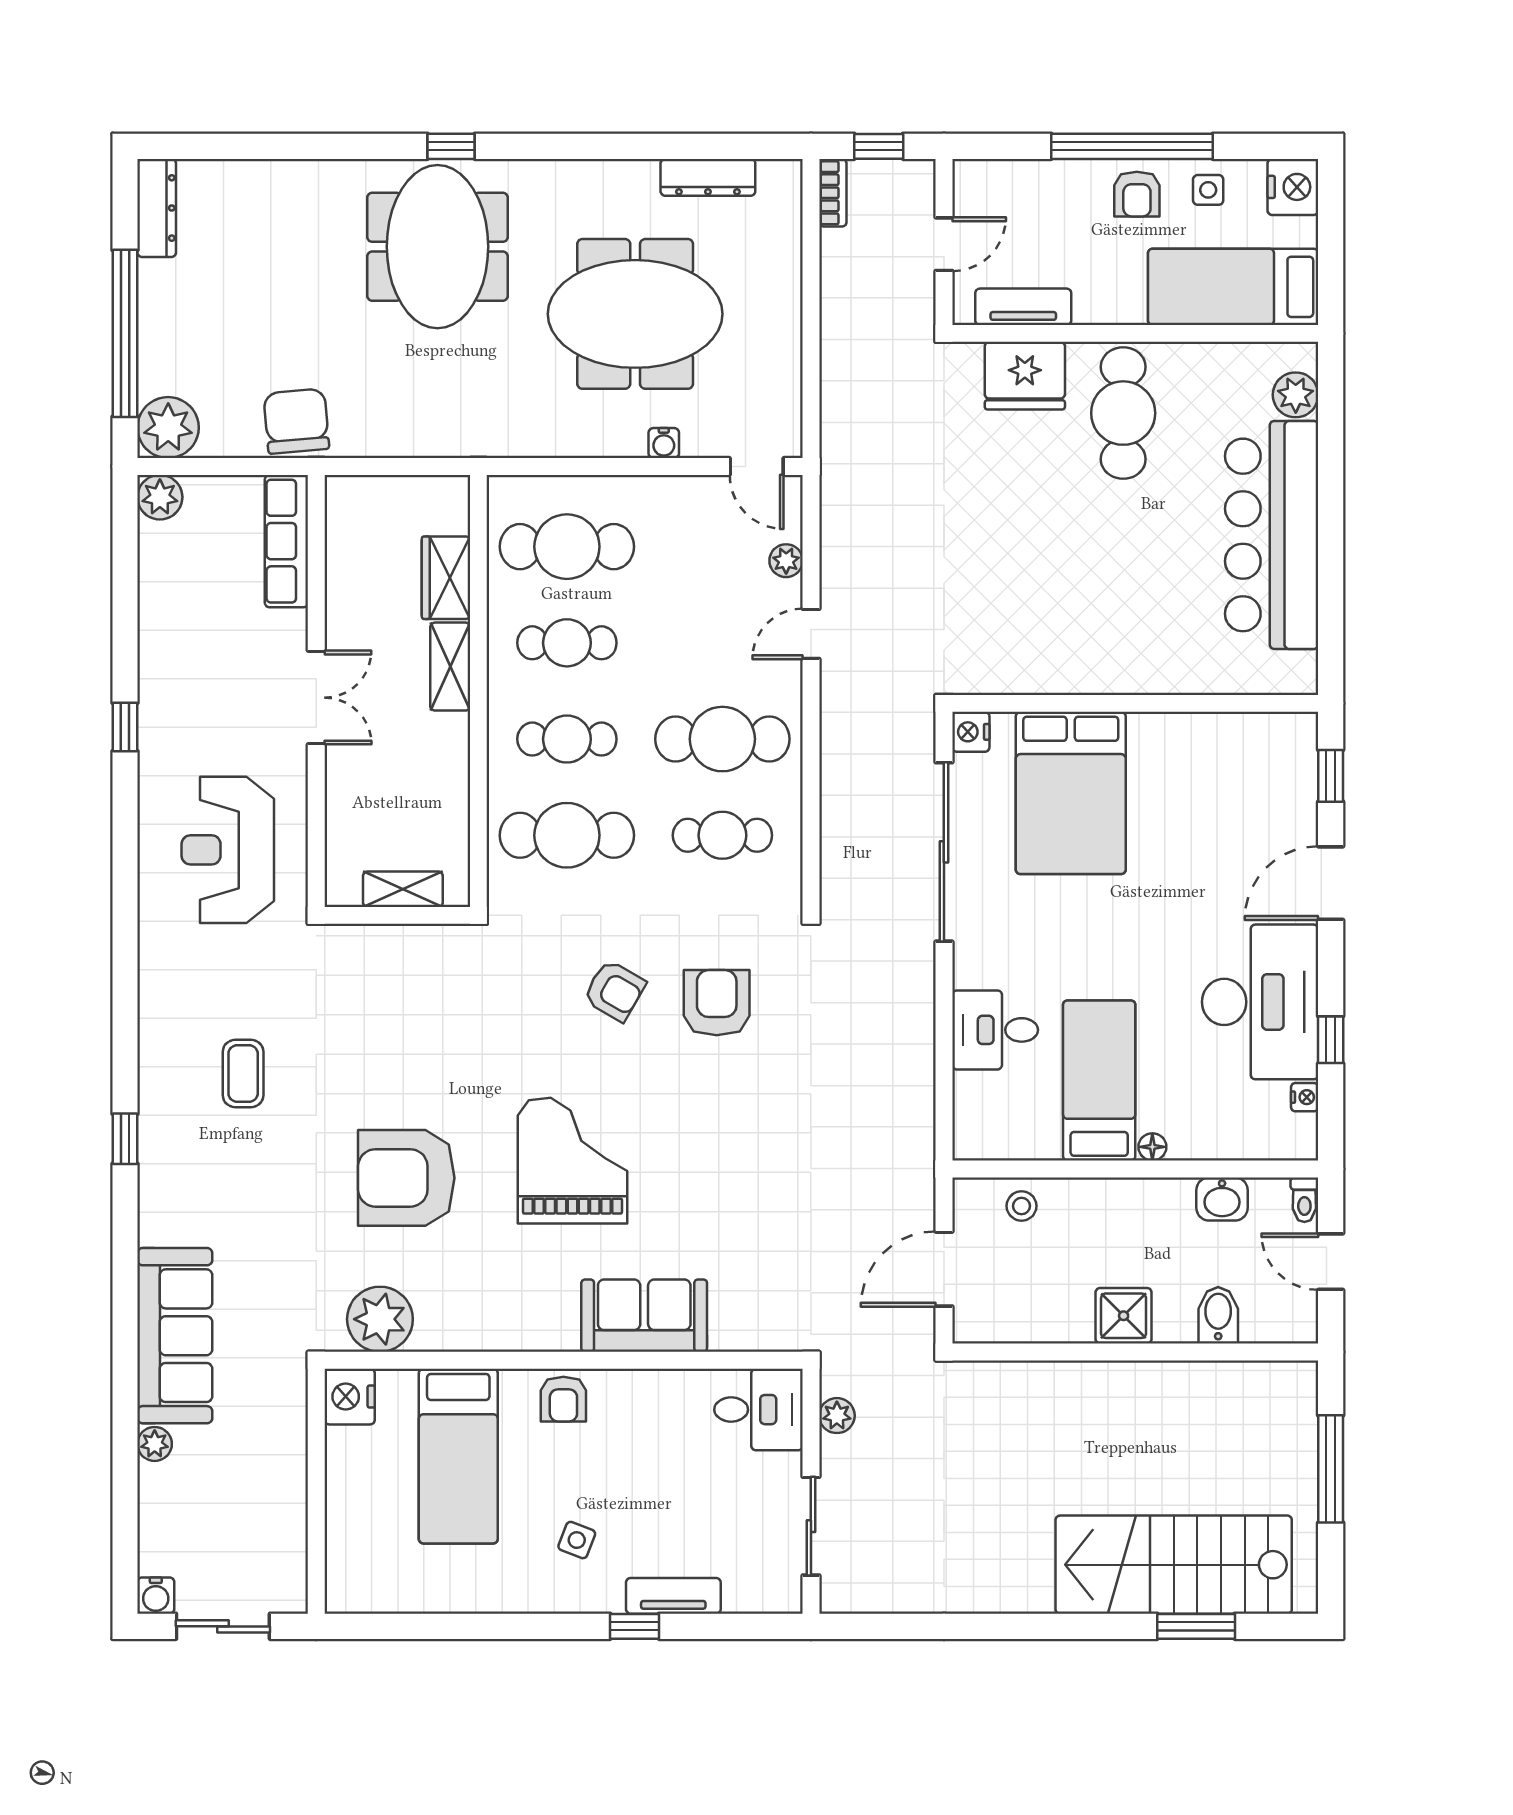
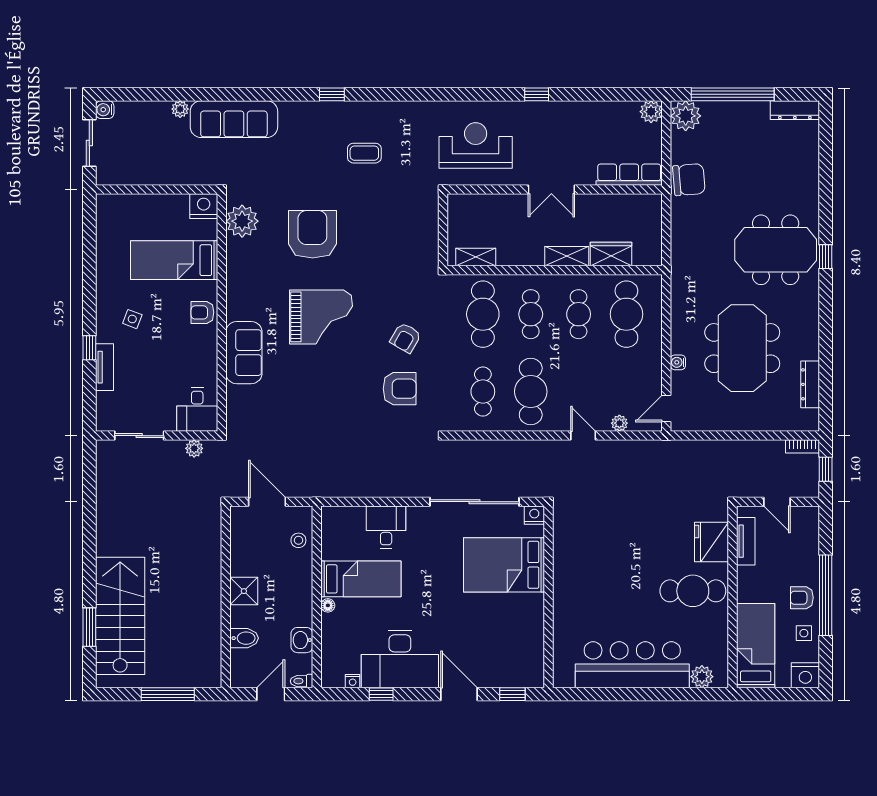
shelving: (403, 889) -> (476, 257), moved, turned 90

